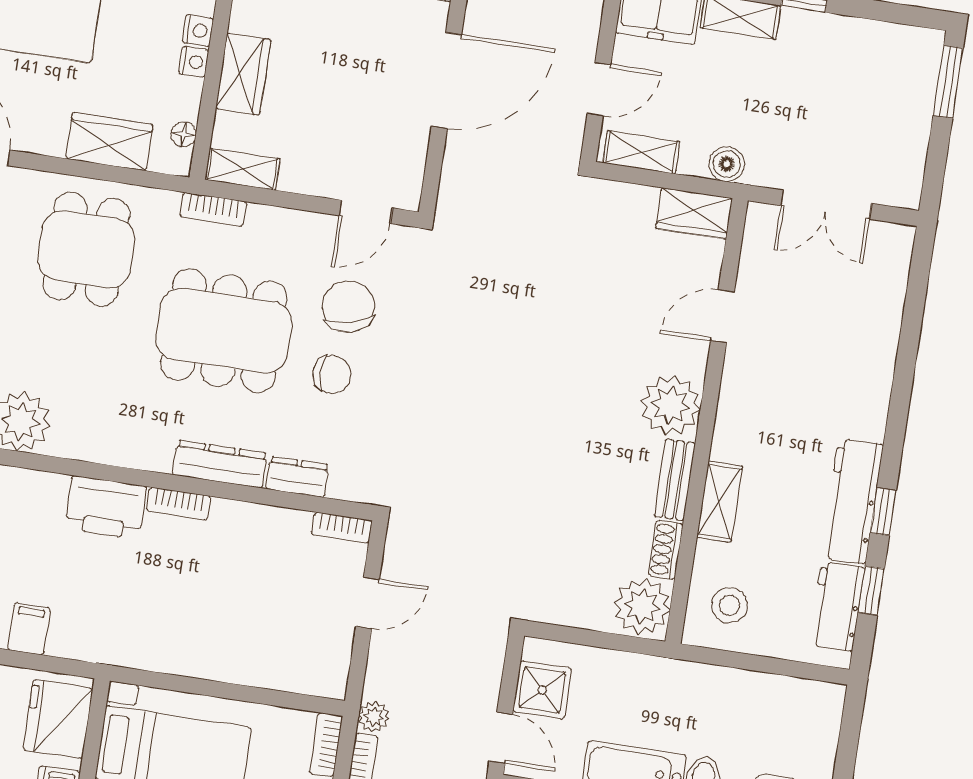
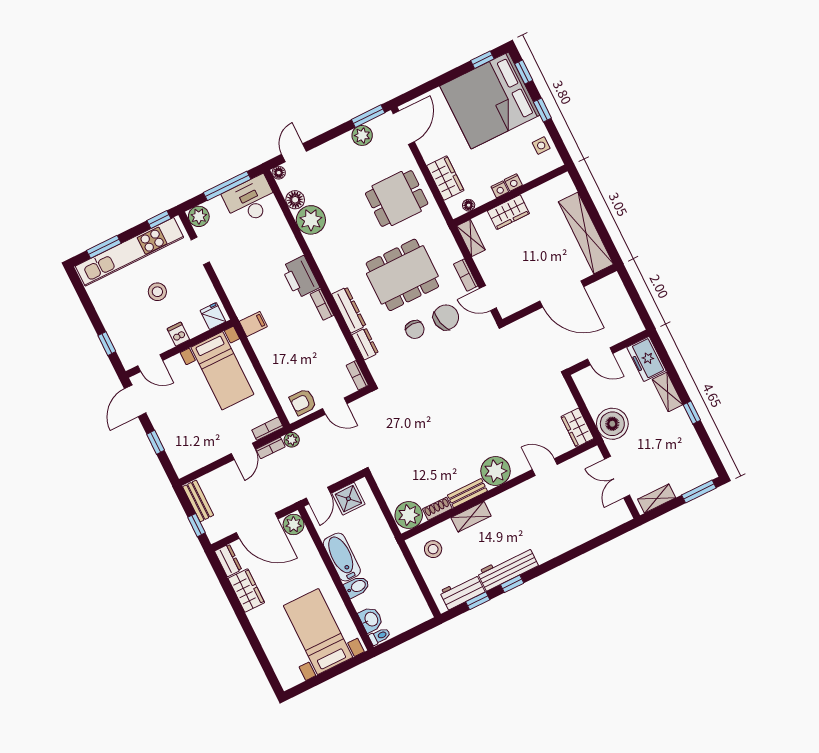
shelving: (641, 152) -> (657, 498), moved, turned 90
boiler: (727, 164) -> (612, 424), width x1.86, depth x1.86
bookcase: (213, 209) -> (466, 275), moved
dining table: (224, 331) -> (402, 275), turned 90
filing cabinet: (29, 629) -> (253, 324), moved
armchair: (323, 652) -> (303, 402), added
fridge: (58, 719) -> (213, 316), width x0.53, depth x0.75

